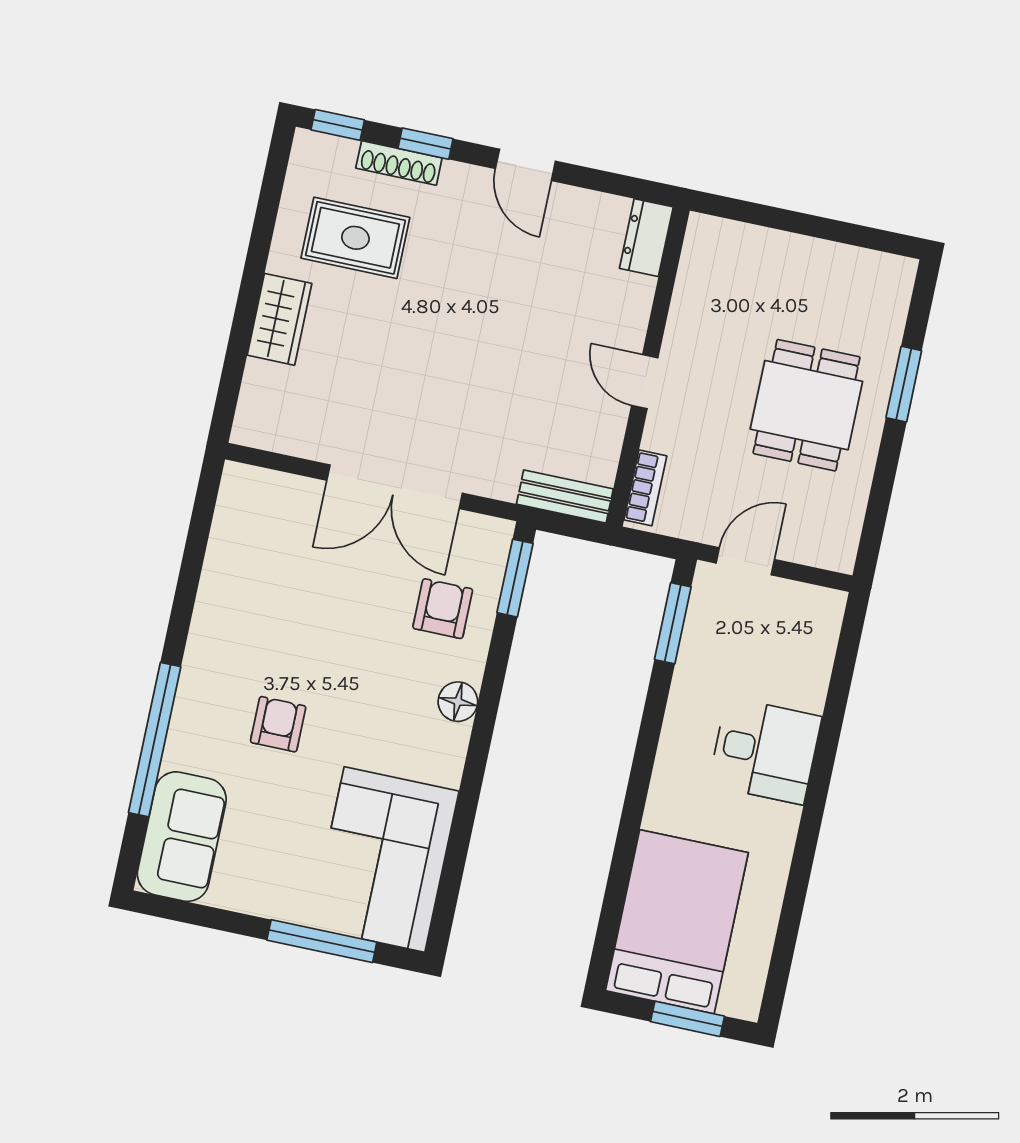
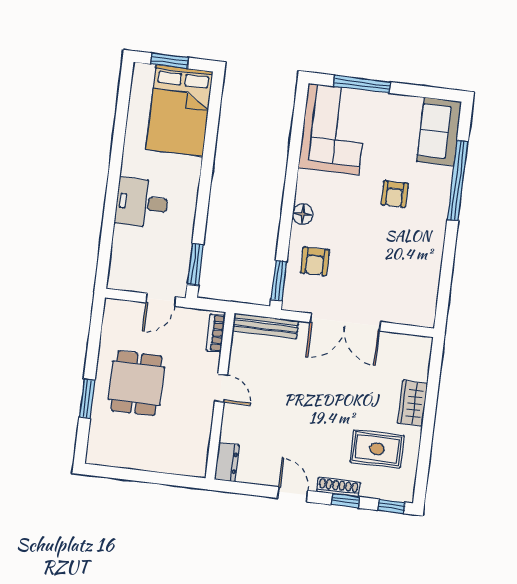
shoe rack: (399, 163) -> (339, 487), moved
double door: (395, 487) -> (345, 322), swing flipped
bench: (565, 496) -> (266, 326), width x1.36

